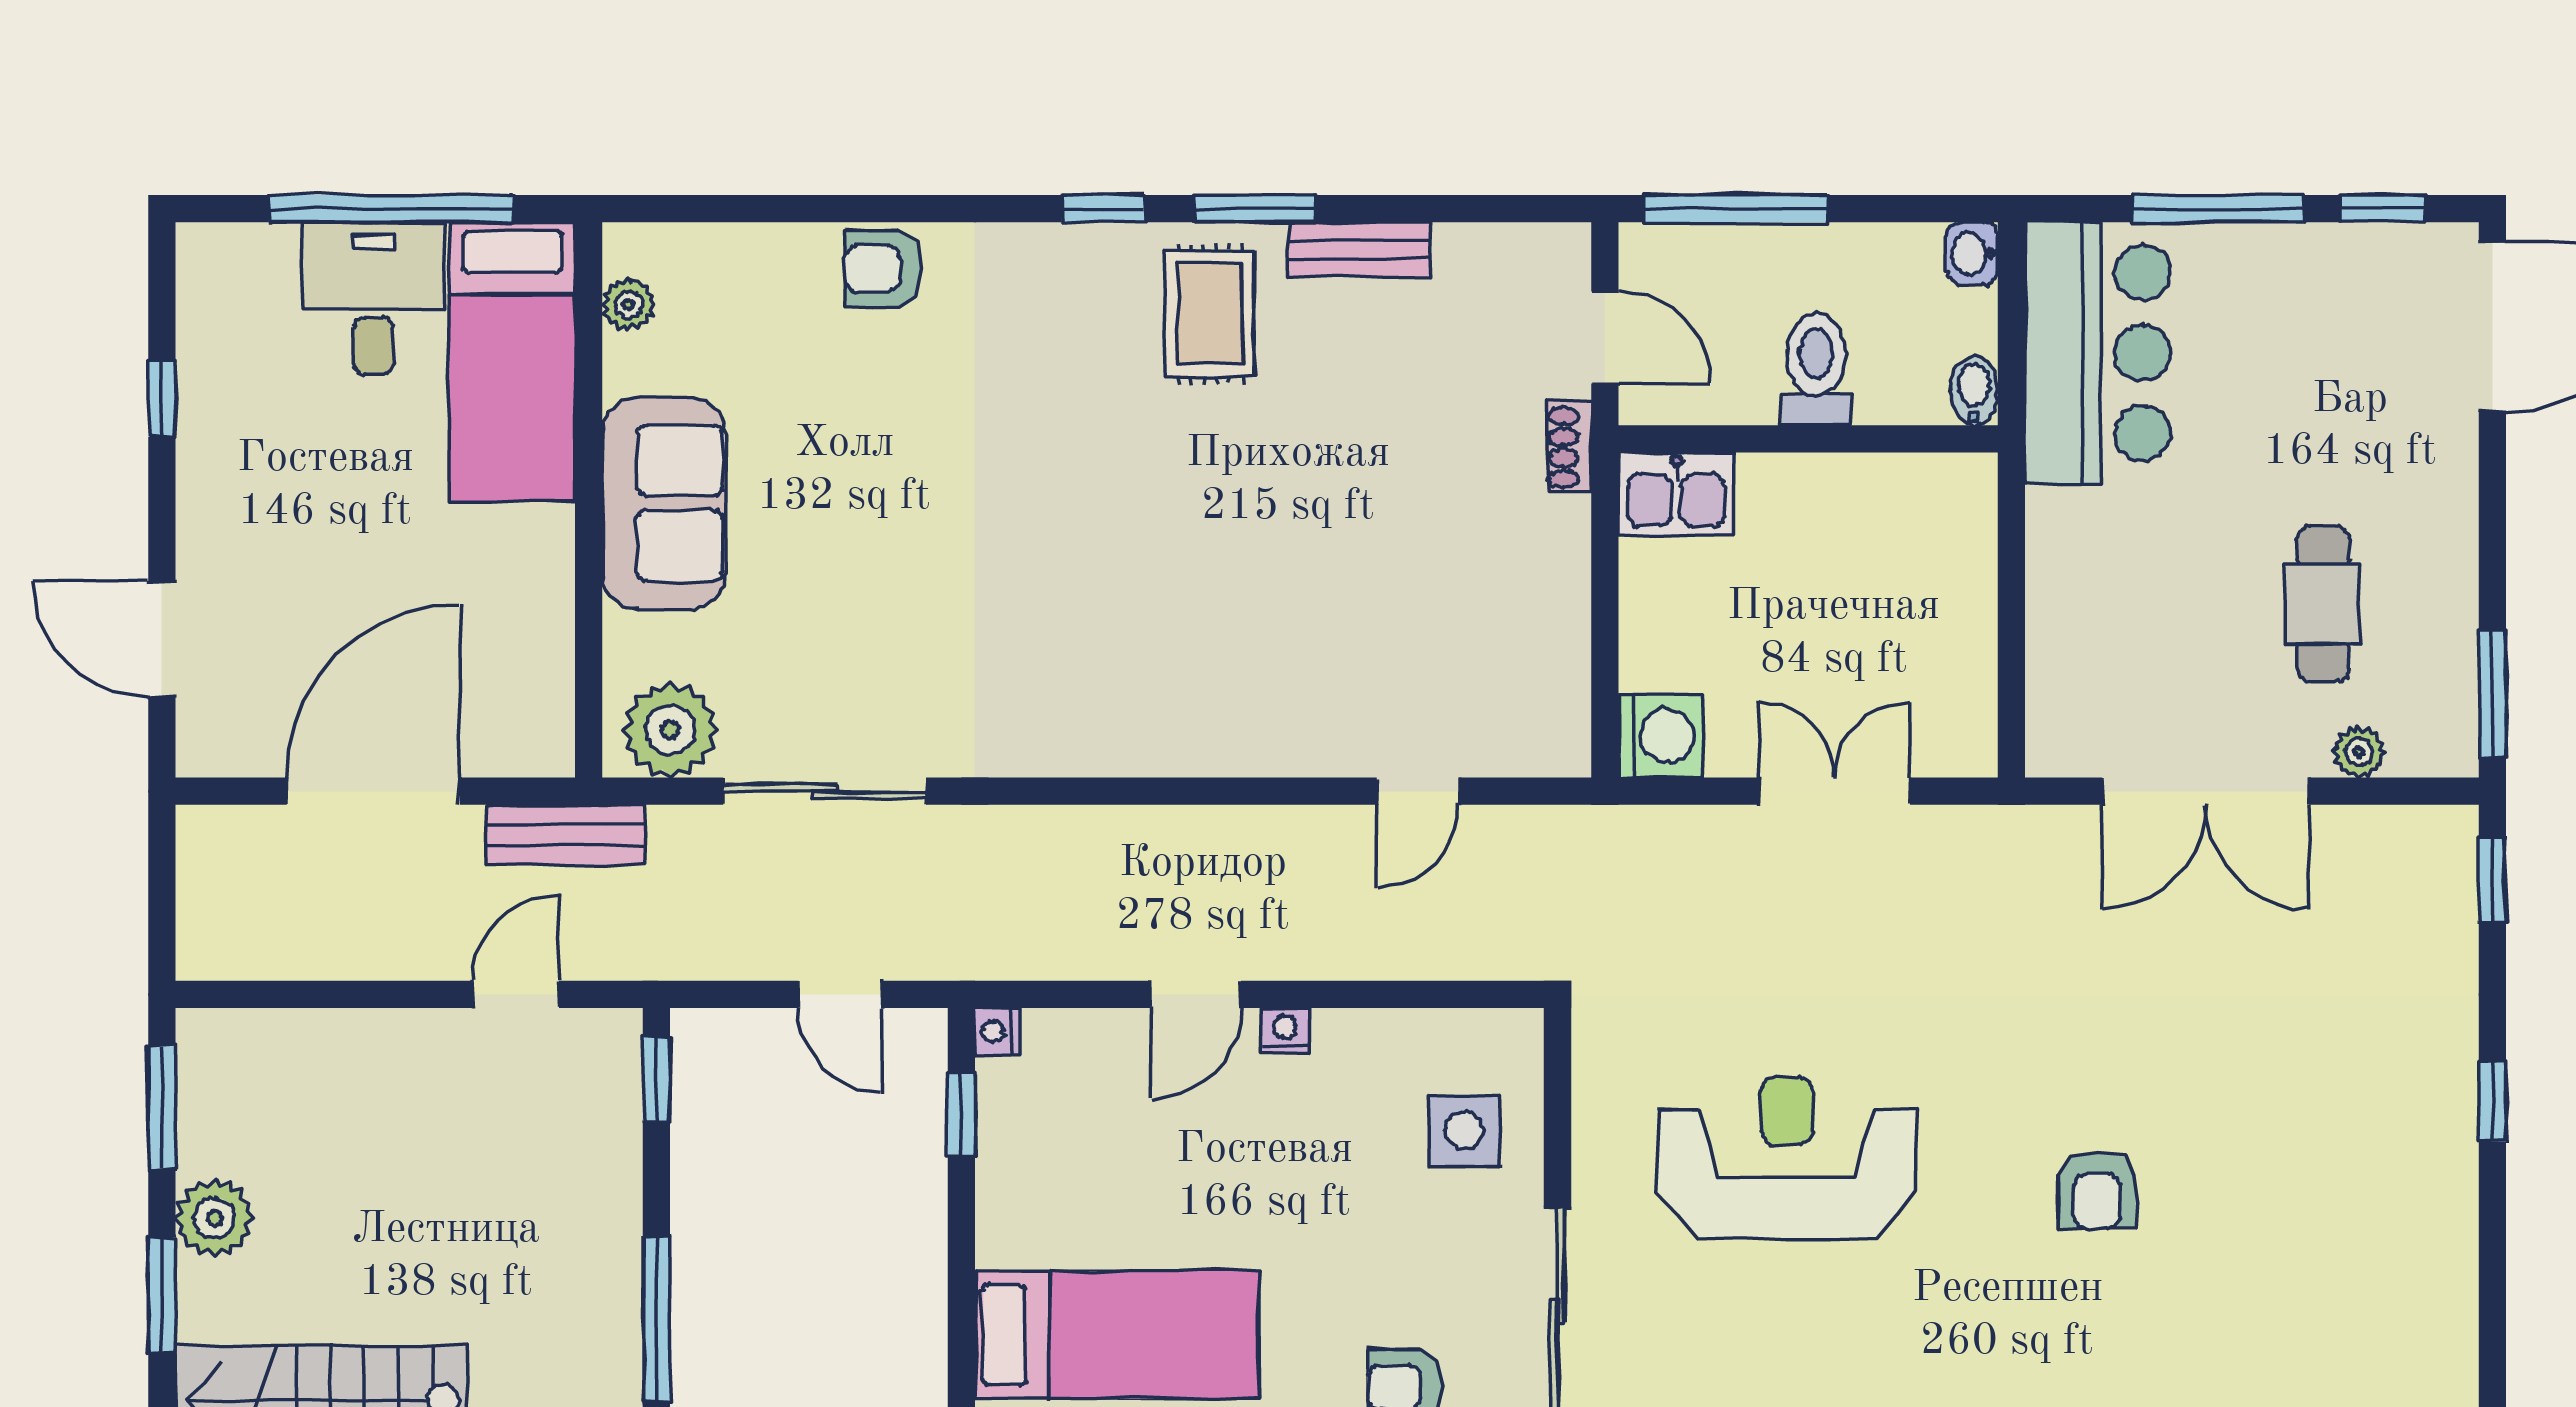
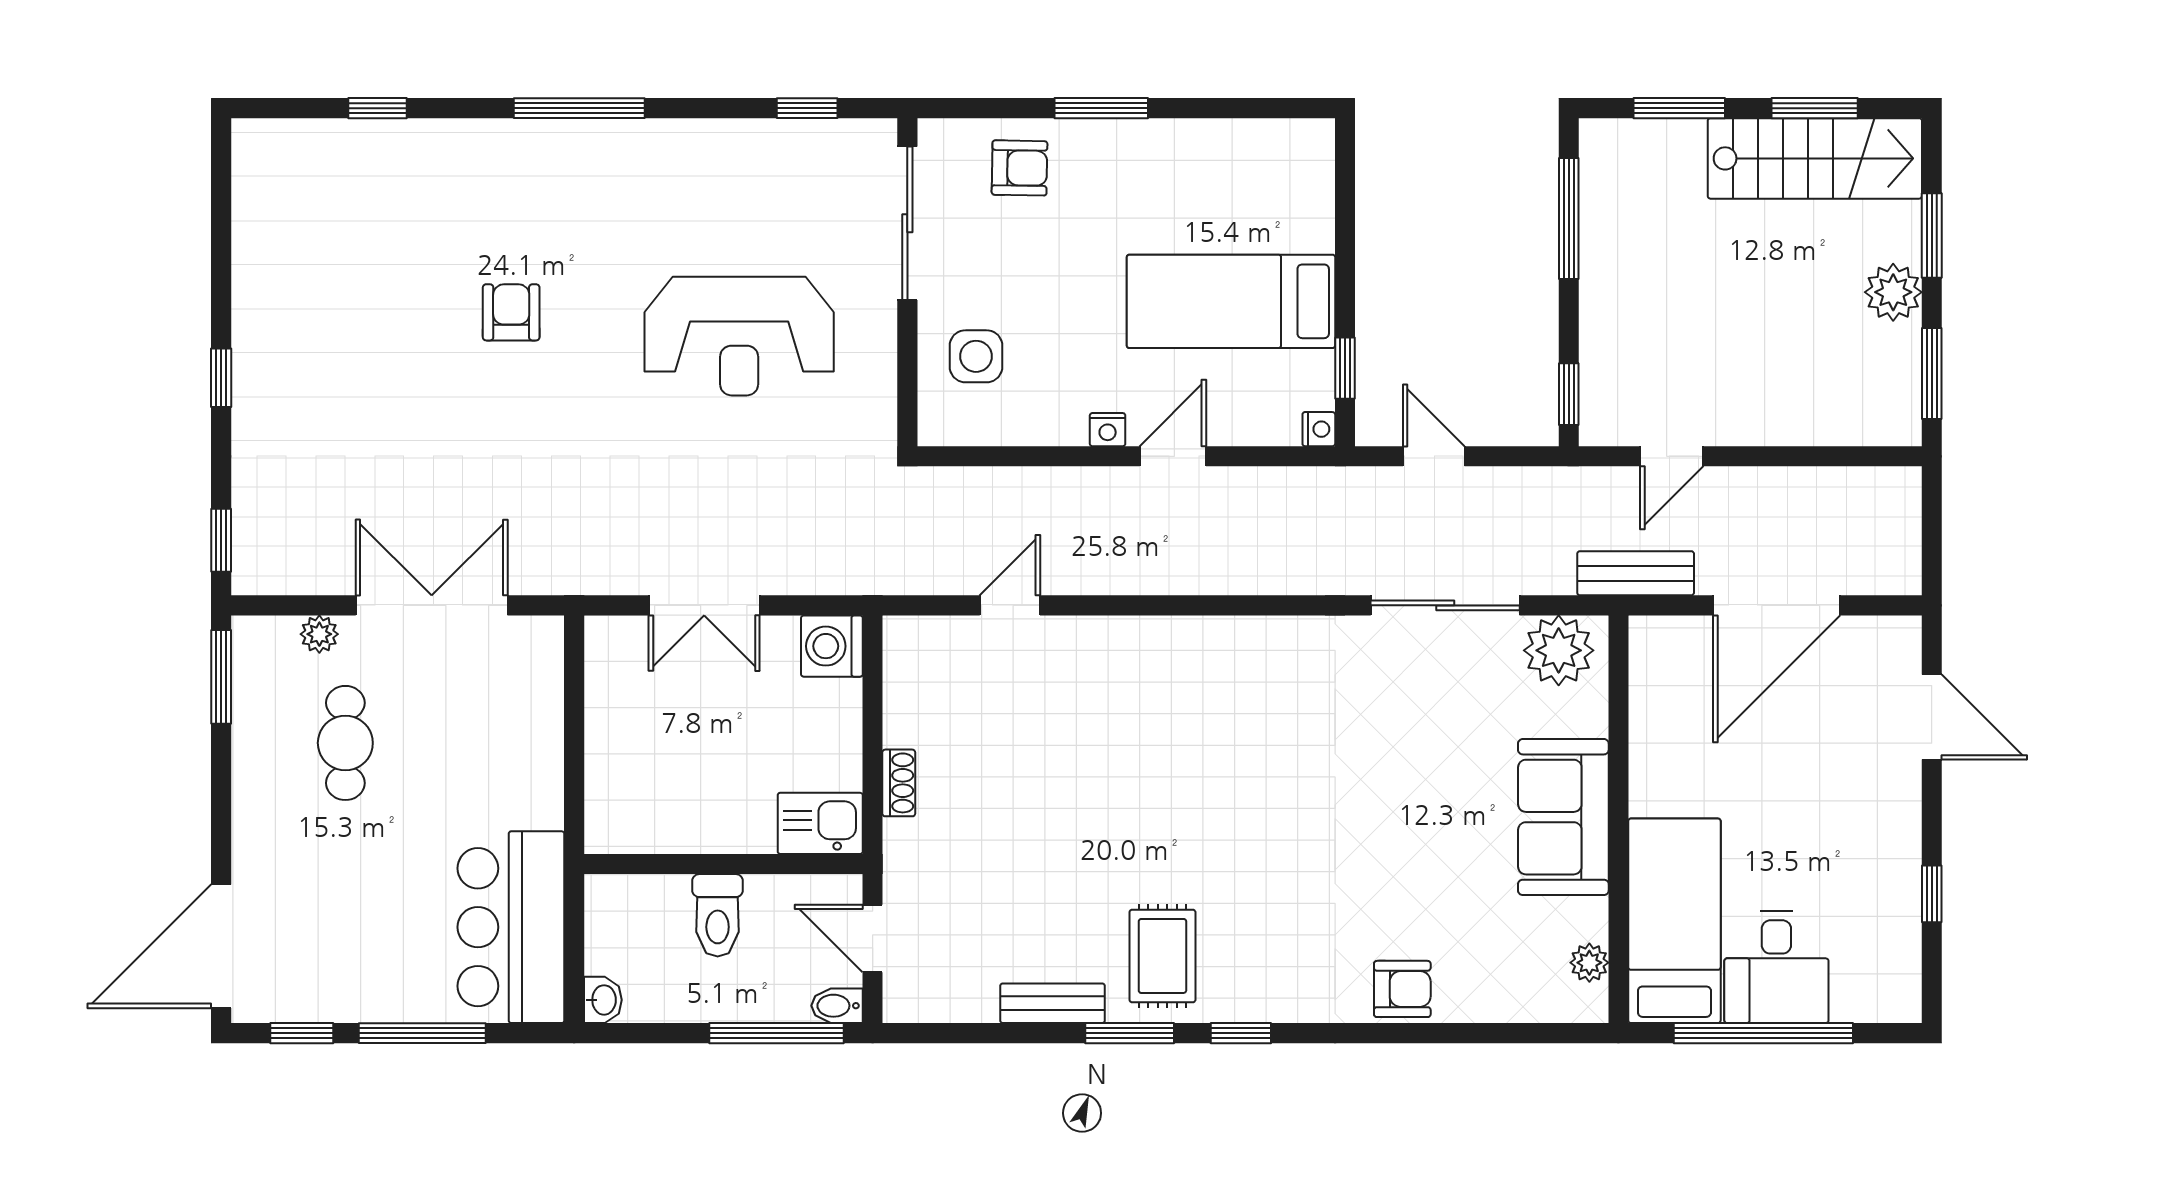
bidet: (1974, 390) -> (837, 1006), moved, turned 90
shoe rack: (1569, 447) -> (899, 783), moved
bed: (1117, 1335) -> (1231, 301), moved

